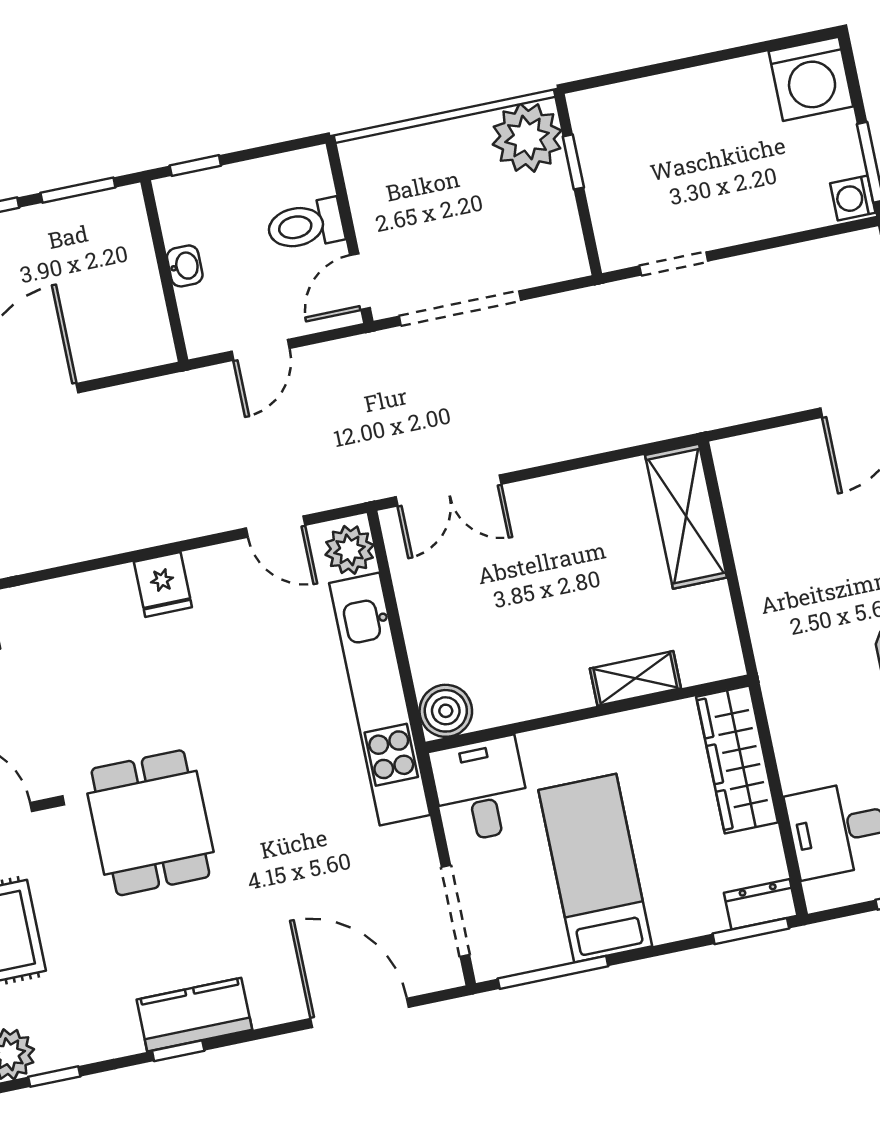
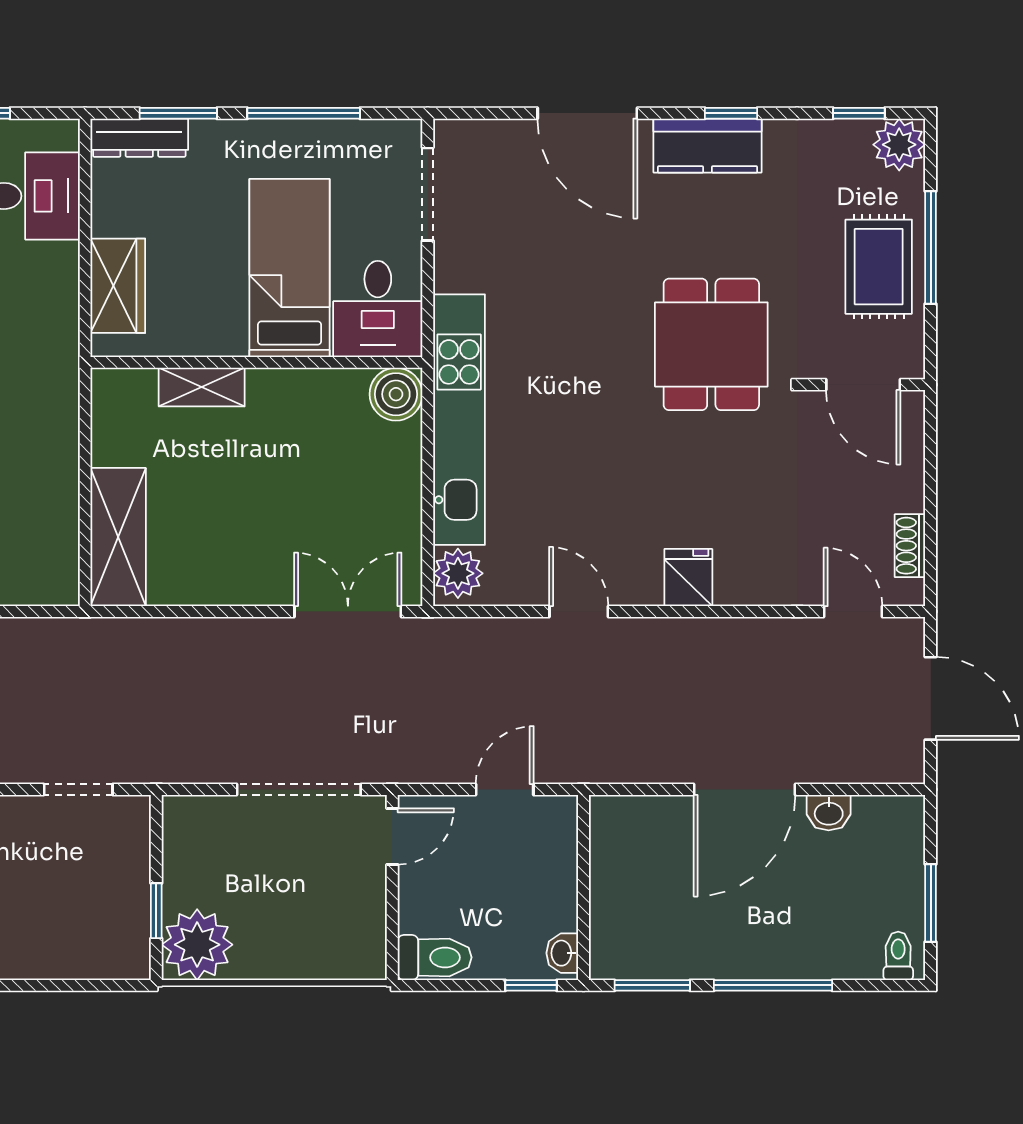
toilet: (305, 225) -> (435, 957), moved
washbasin: (185, 266) -> (562, 953), moved
door: (276, 527) -> (579, 612), moved
fridge: (163, 584) -> (688, 578), moved
wardrobe: (737, 760) -> (118, 286), width x0.67
bed: (595, 868) -> (290, 268), moved, turned 180
dresser: (761, 904) -> (139, 138), width x1.44
window: (751, 931) -> (178, 113), moved
window: (553, 972) -> (304, 113), moved
door: (360, 1013) -> (587, 113), moved

